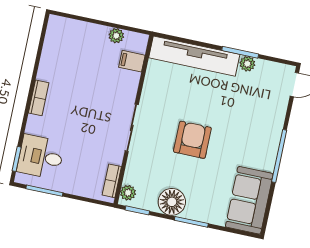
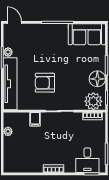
filing cabinet: (132, 61) -> (35, 119), moved
armchair: (192, 140) -> (45, 83), moved
plant: (128, 193) -> (93, 101), width x1.87, depth x1.87

